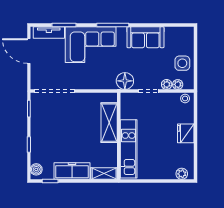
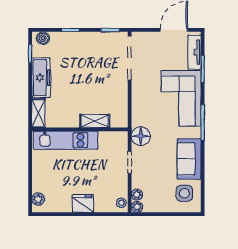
side table: (182, 63) -> (184, 193), moved
plant: (167, 84) -> (137, 207), moved
shelving: (109, 123) -> (95, 121), width x0.67, depth x0.75

